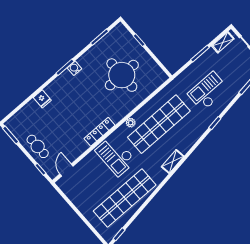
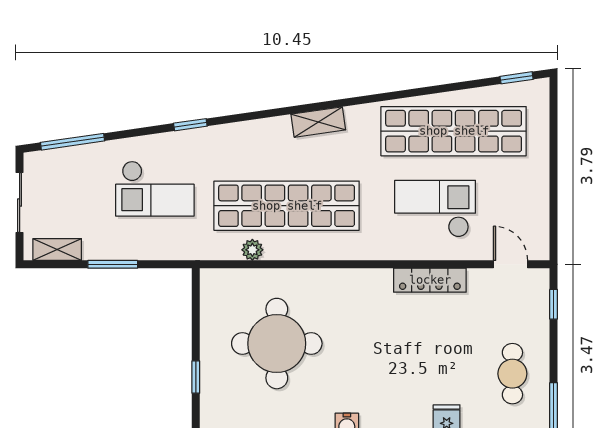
plant: (131, 123) -> (252, 250), moved
locker: (100, 132) -> (430, 280), moved
cafe table: (38, 146) -> (512, 374), moved
checkout: (116, 156) -> (435, 209), moved, turned -90
door: (67, 170) -> (511, 264), swing flipped

